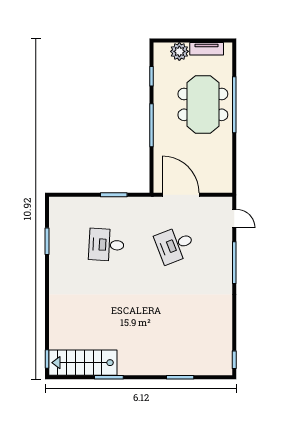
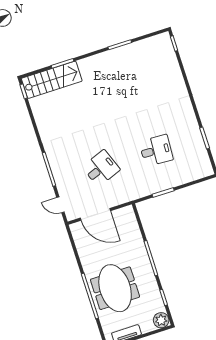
plant: (179, 51) -> (161, 320), moved
door: (181, 195) -> (95, 214), moved
stairs: (83, 363) -> (52, 80), moved

